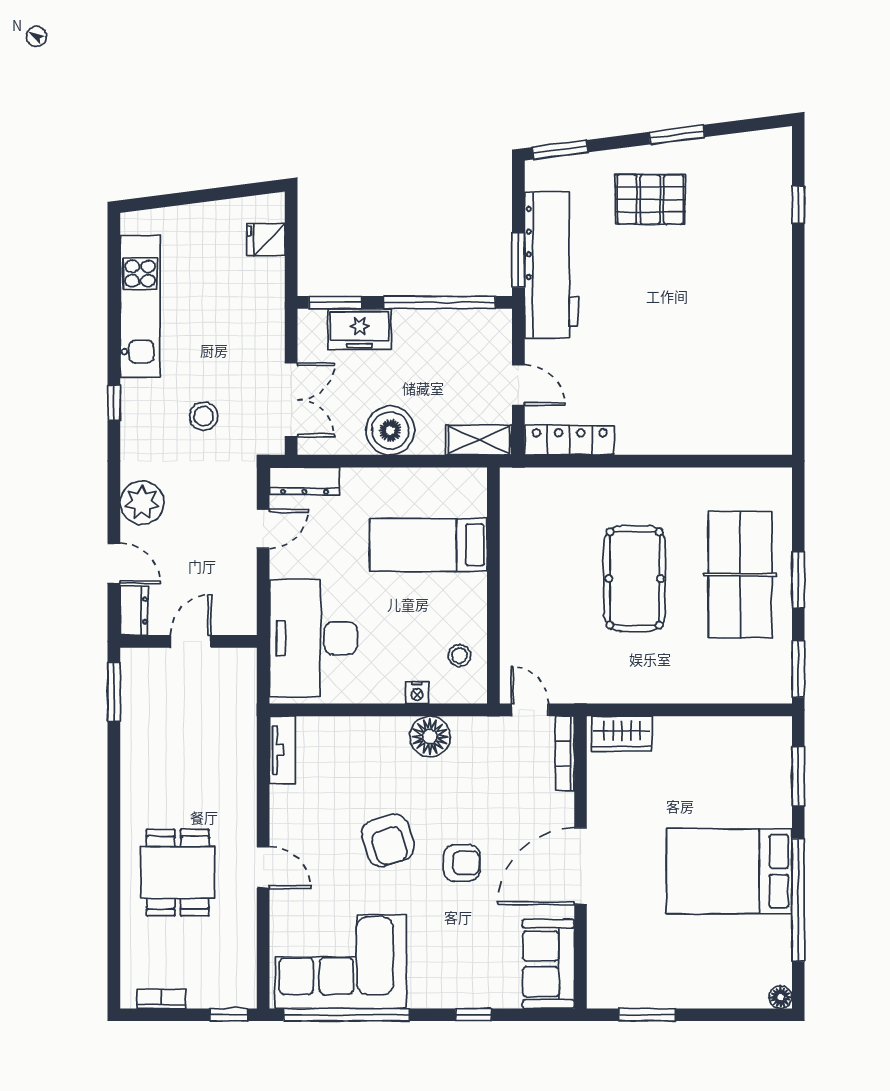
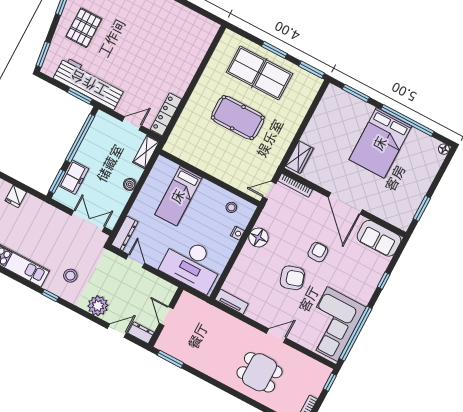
stool: (203, 416) -> (70, 276), moved
boiler: (390, 430) -> (130, 184), width x0.54, depth x0.54

